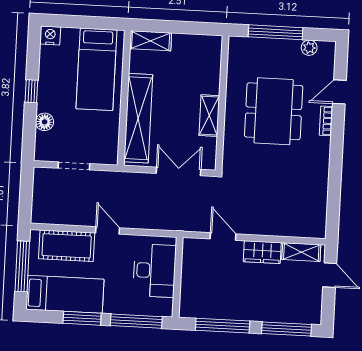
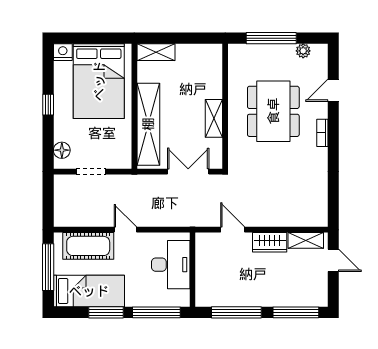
bed: (96, 69) -> (99, 81), width x1.50
bookcase: (326, 121) -> (322, 133), moved
floor lamp: (45, 122) -> (62, 150), moved

